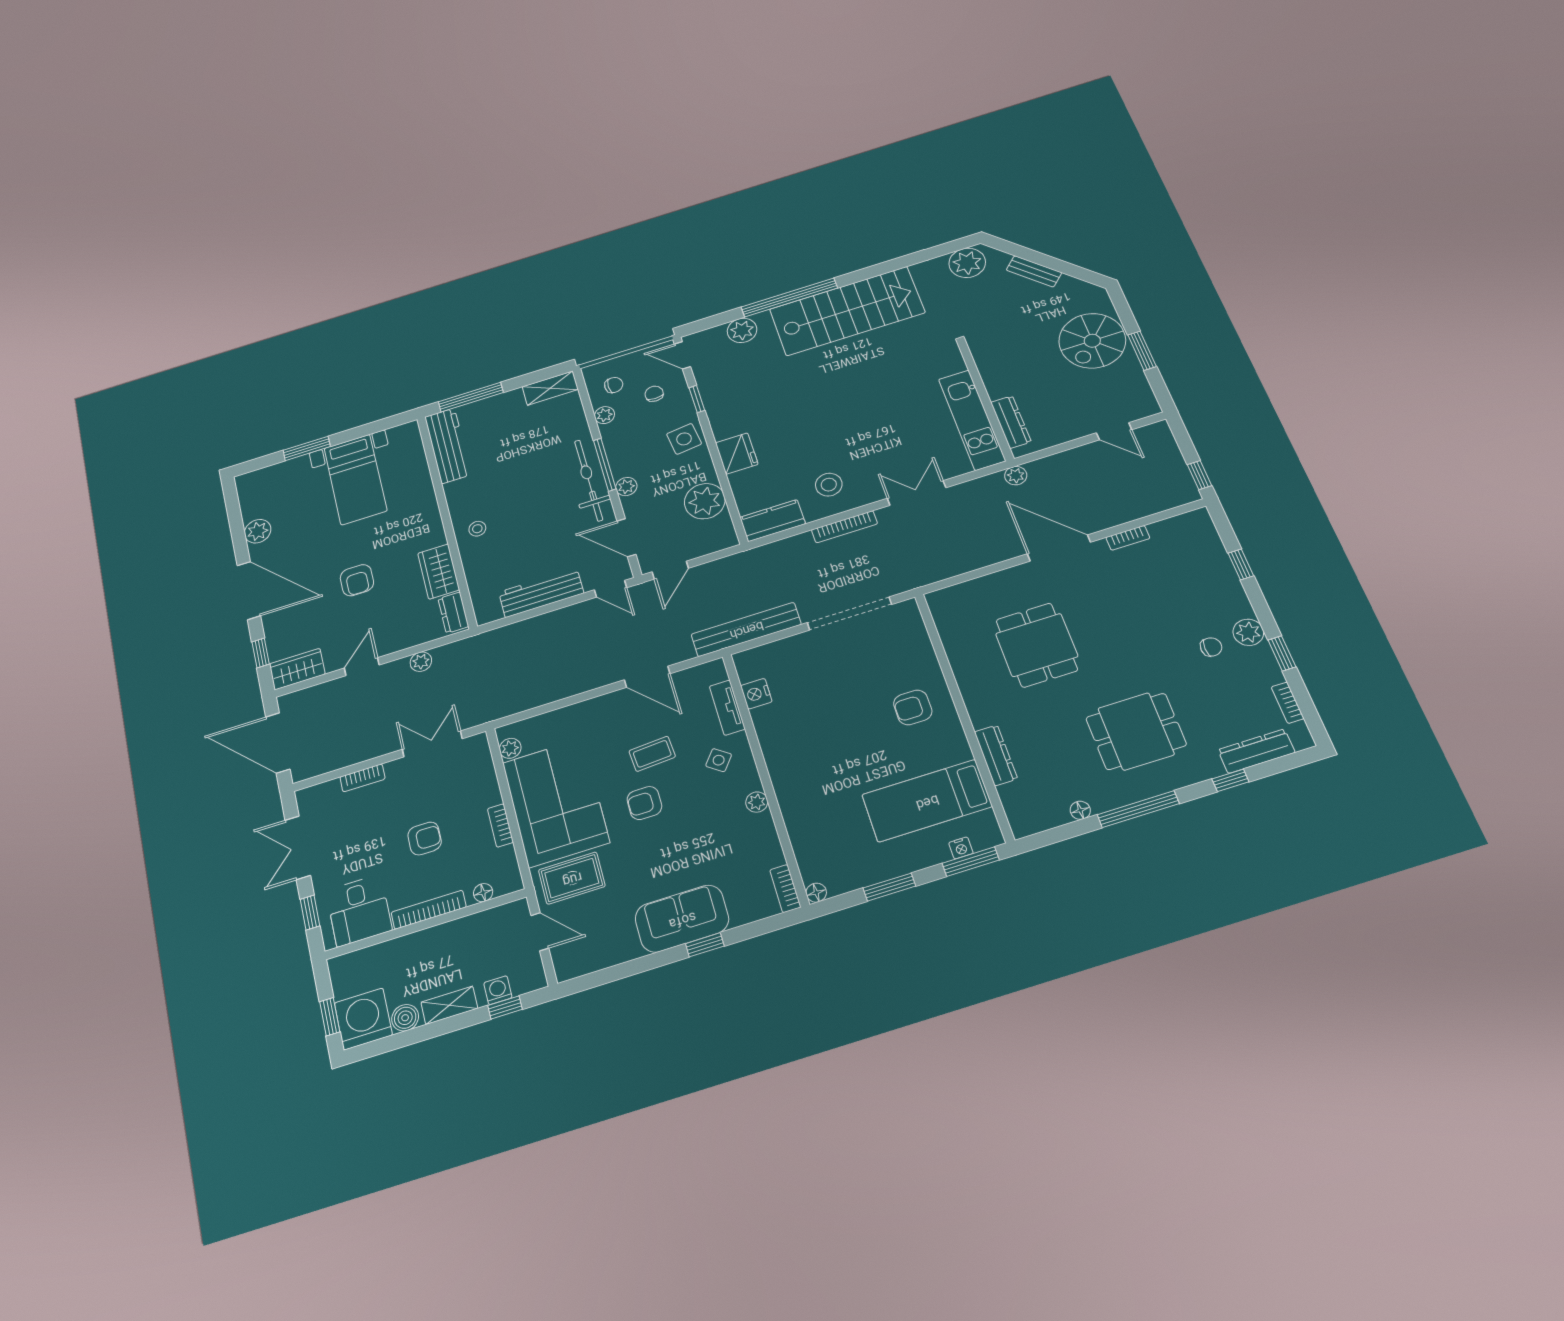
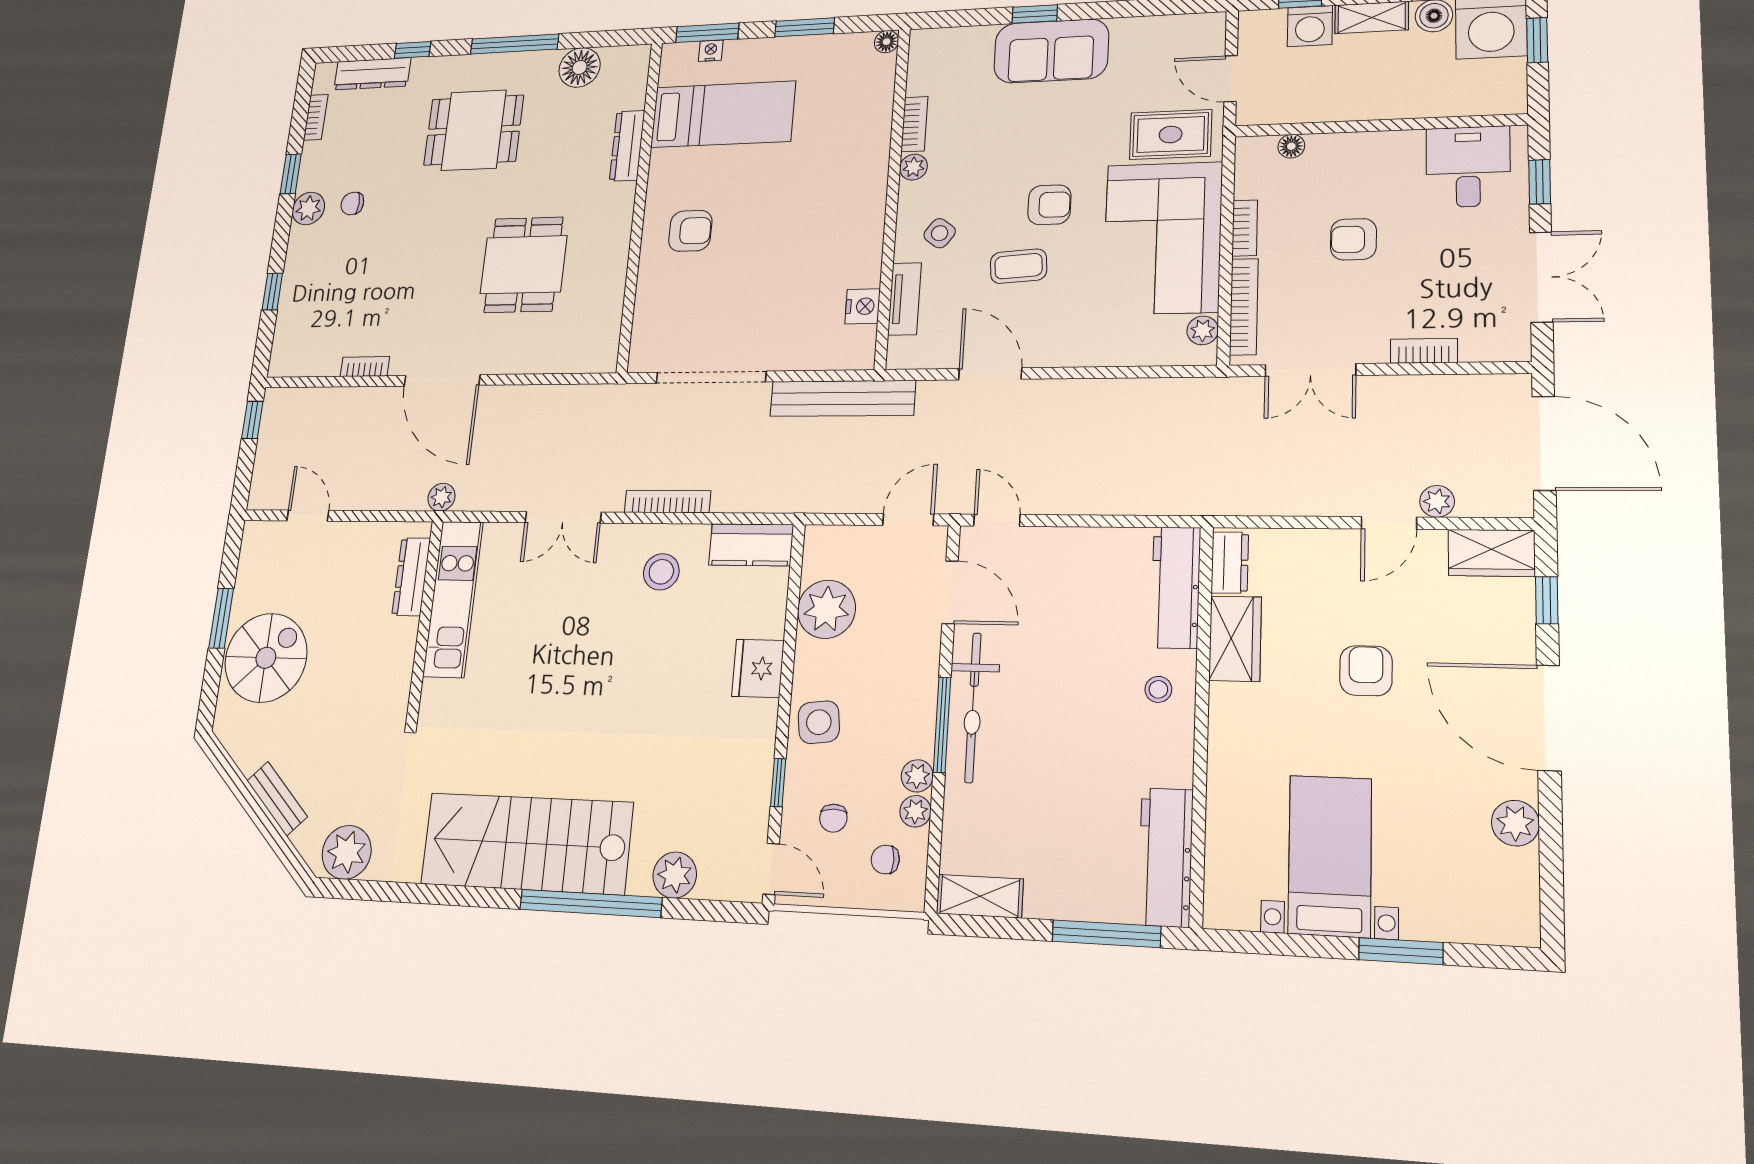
plant: (626, 487) -> (917, 776), moved
workbench: (541, 593) -> (1176, 587), moved, turned 90
plant: (421, 662) -> (1437, 501), moved
floor lamp: (1080, 810) -> (580, 67), width x1.89, depth x1.89
bookcase: (785, 889) -> (914, 124), moved
bookcase: (429, 910) -> (1244, 307), moved, turned -90
washing machine: (498, 990) -> (1310, 26), width x1.38, depth x1.38

